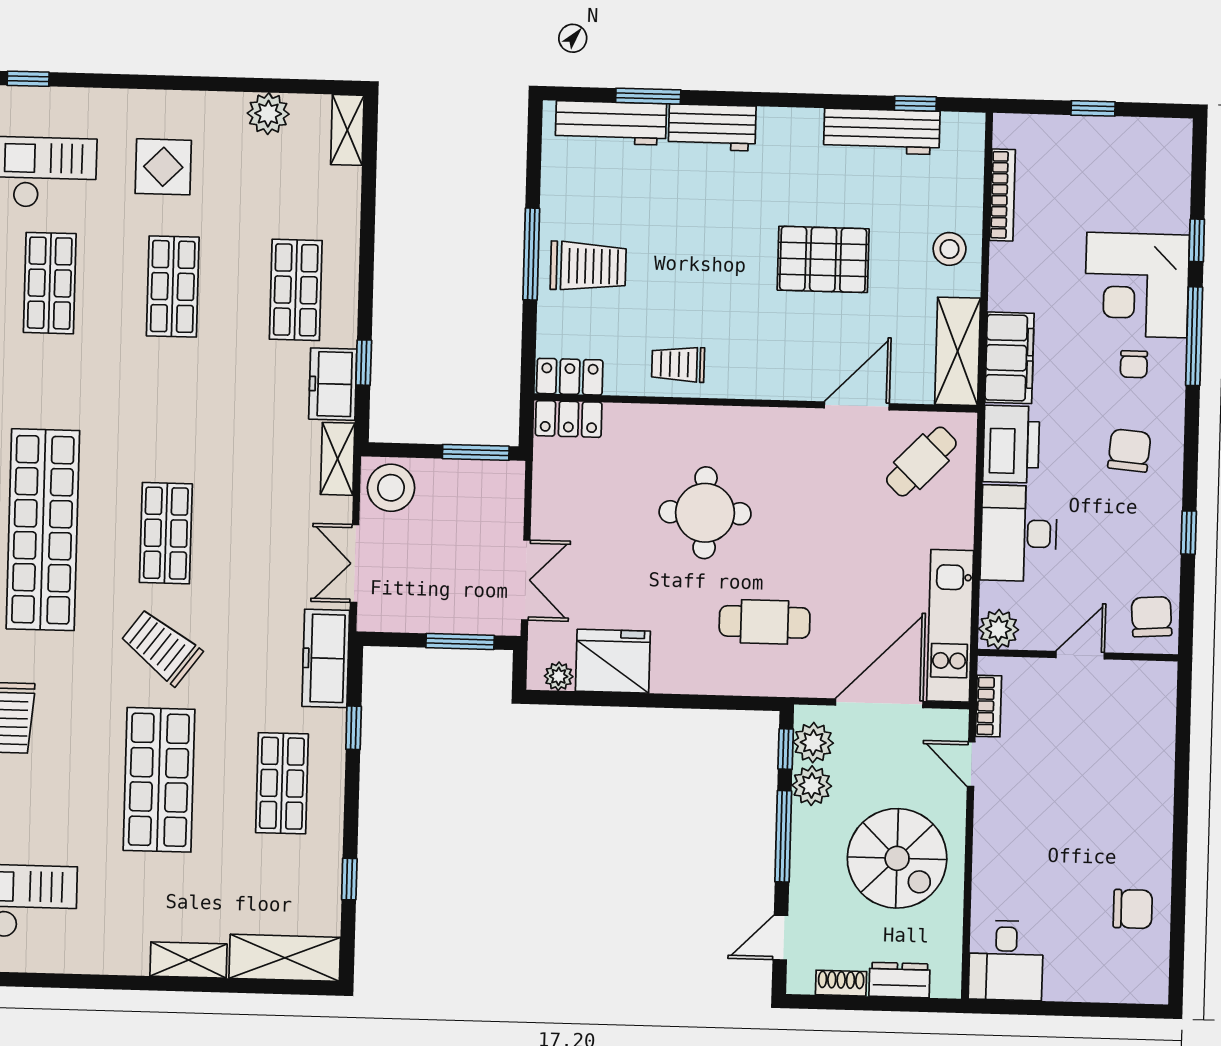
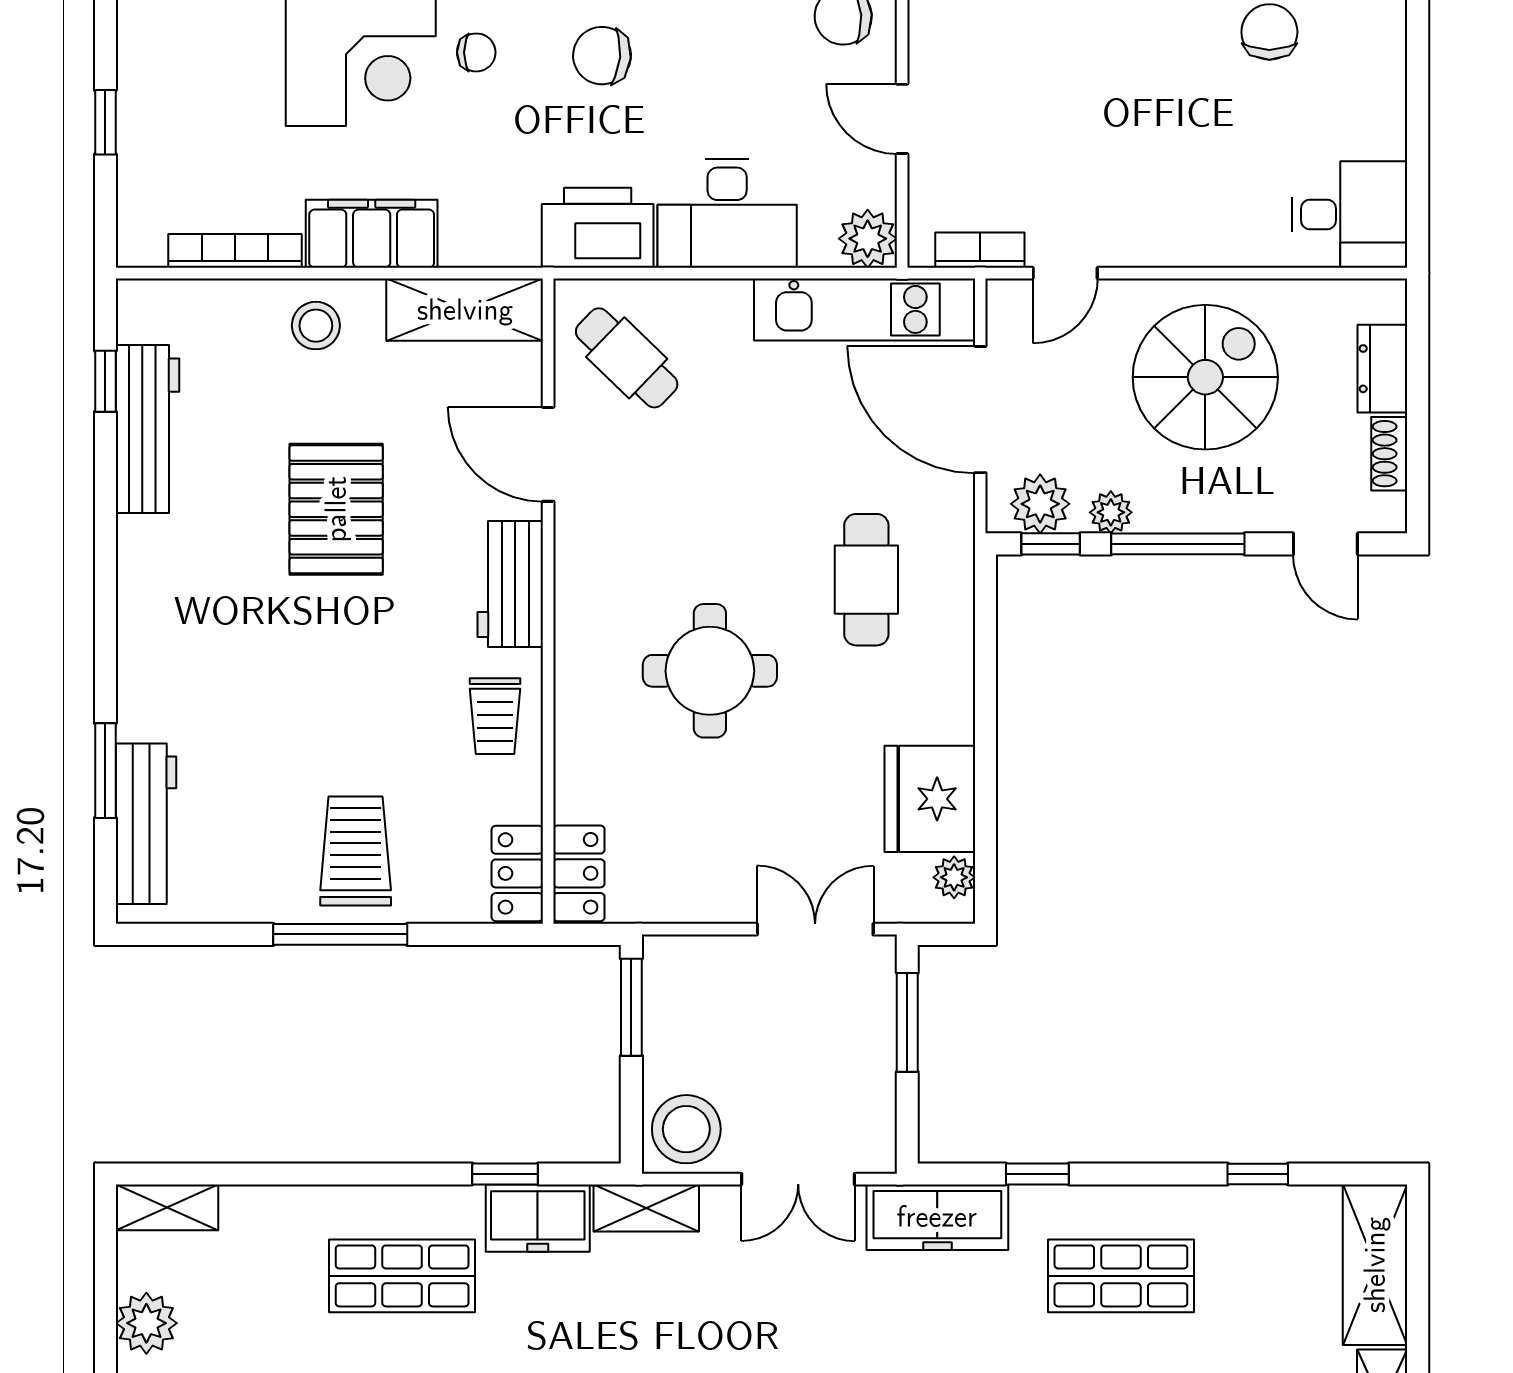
workbench: (712, 127) -> (510, 584), moved, turned 180
filing cabinet: (1009, 358) -> (372, 234), moved
plant: (812, 786) -> (1111, 512), width x0.73, depth x0.73

